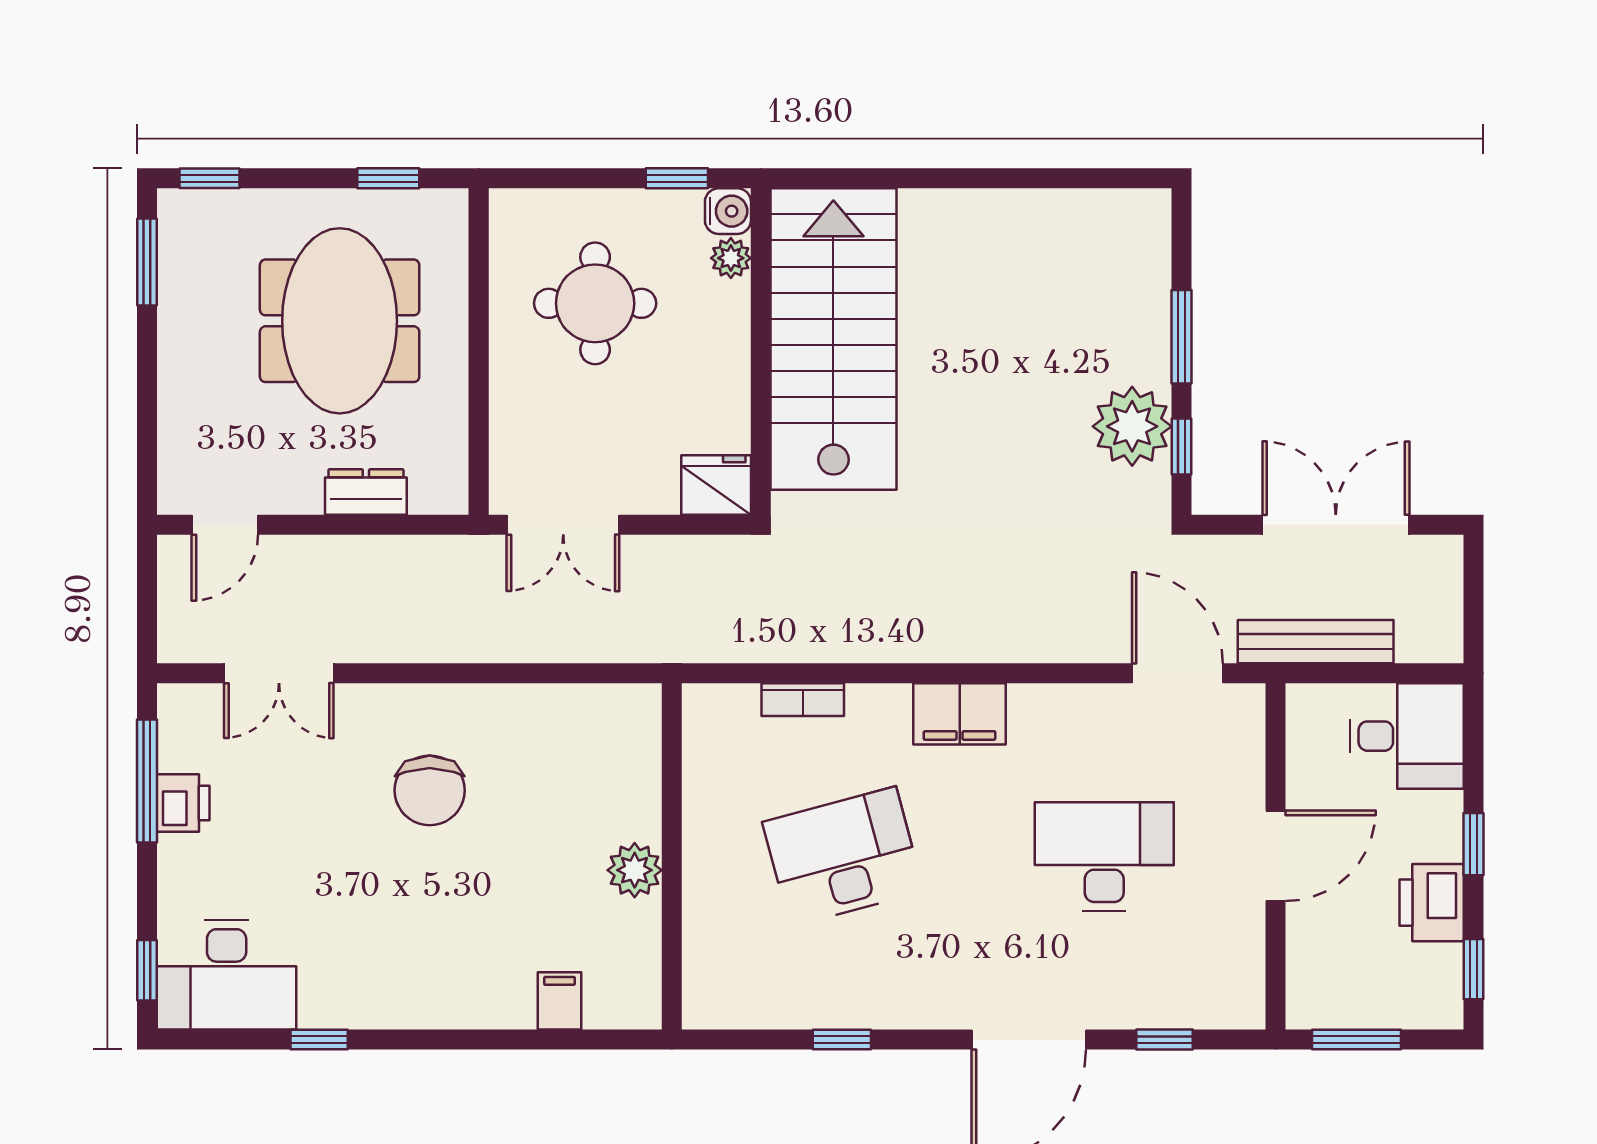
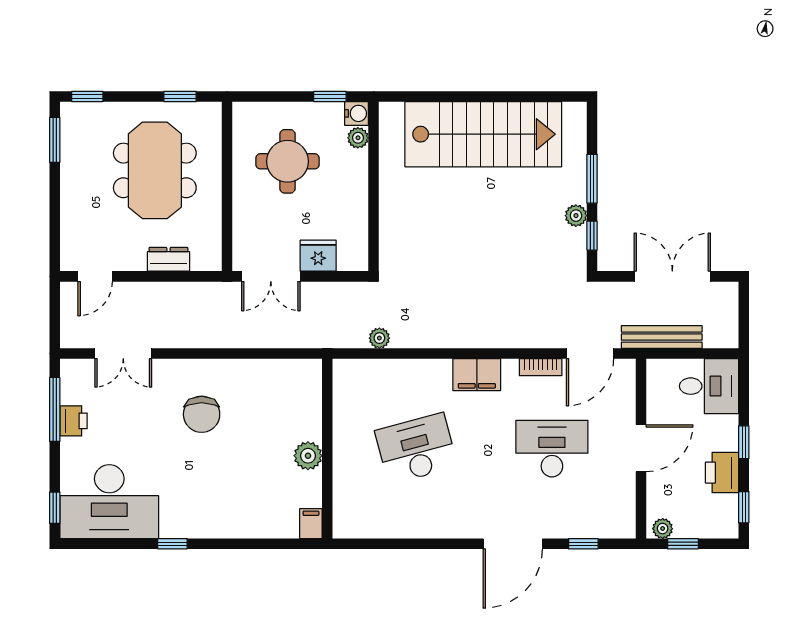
stairs: (833, 339) -> (483, 134), moved, turned 90
plant: (1132, 426) -> (576, 216), width x0.53, depth x0.53
fridge: (716, 485) -> (318, 256), moved
plant: (772, 644) -> (379, 338), added
door: (1177, 673) -> (590, 353), swing flipped
bookcase: (803, 700) -> (541, 367), moved
desk: (227, 975) -> (109, 502), width x1.36, depth x1.30
filing cabinet: (559, 1001) -> (311, 524), moved
plant: (1317, 1010) -> (663, 529), added
window: (319, 1040) -> (172, 544), moved
window: (842, 1040) -> (416, 544), removed
window: (1357, 1040) -> (683, 544), width x0.67

